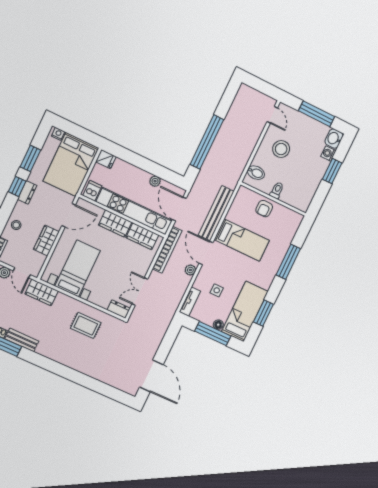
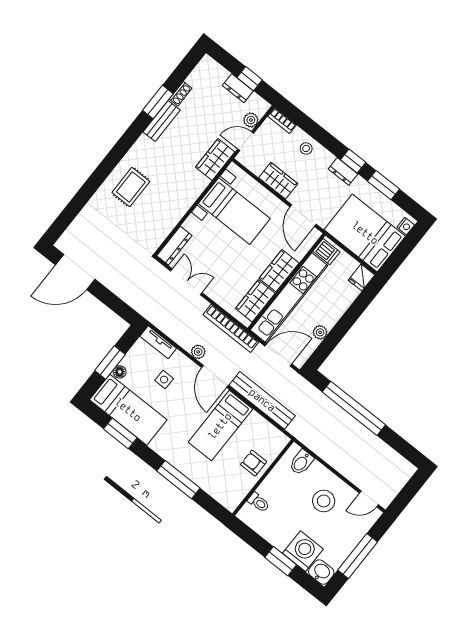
washing machine: (328, 154) -> (303, 551), width x1.89, depth x1.89
toilet: (277, 190) -> (259, 502), moved
door: (206, 253) -> (215, 376), swing flipped
dresser: (119, 309) -> (174, 246), width x1.44
rug: (86, 325) -> (131, 187), moved
window: (213, 333) -> (110, 362), width x0.69

